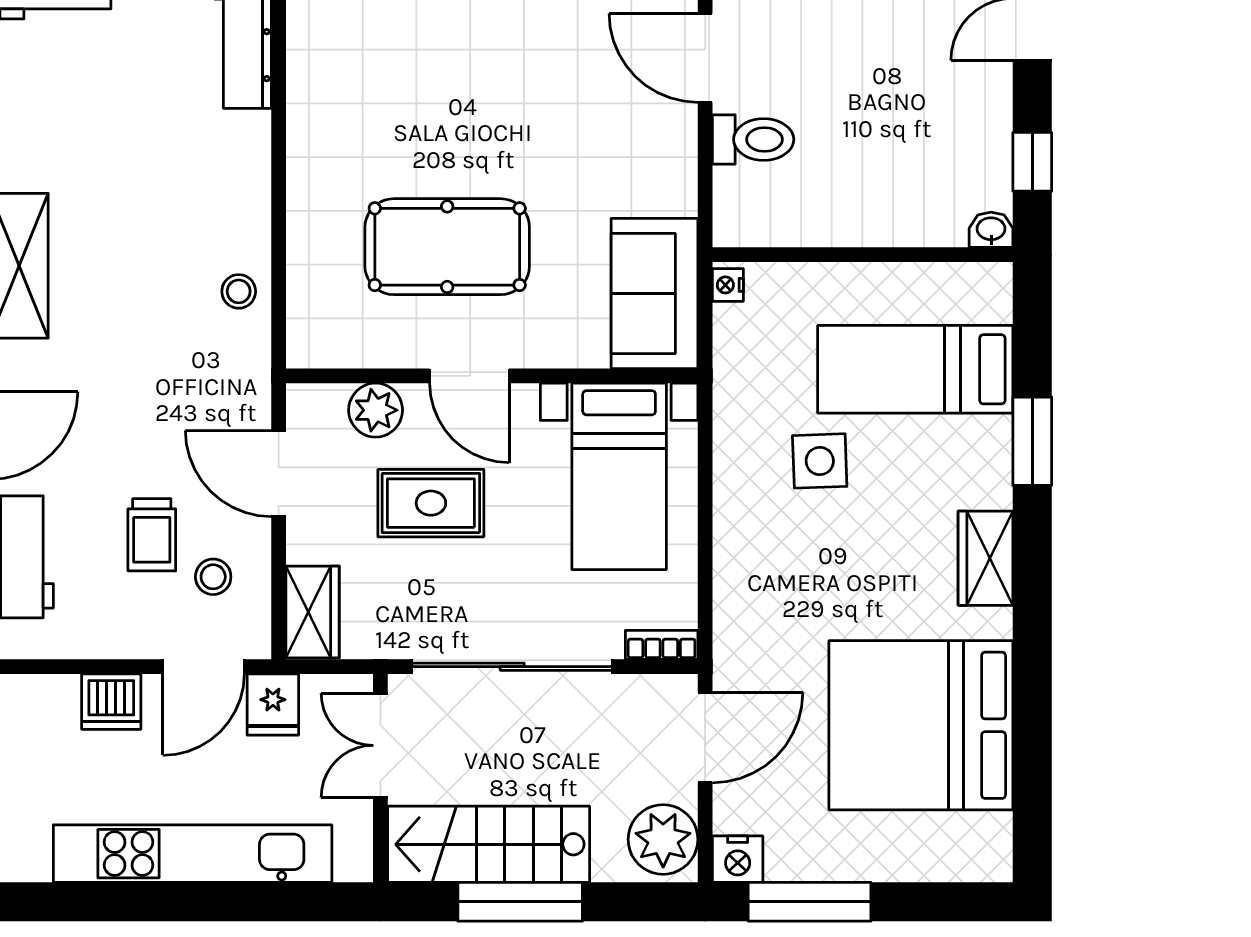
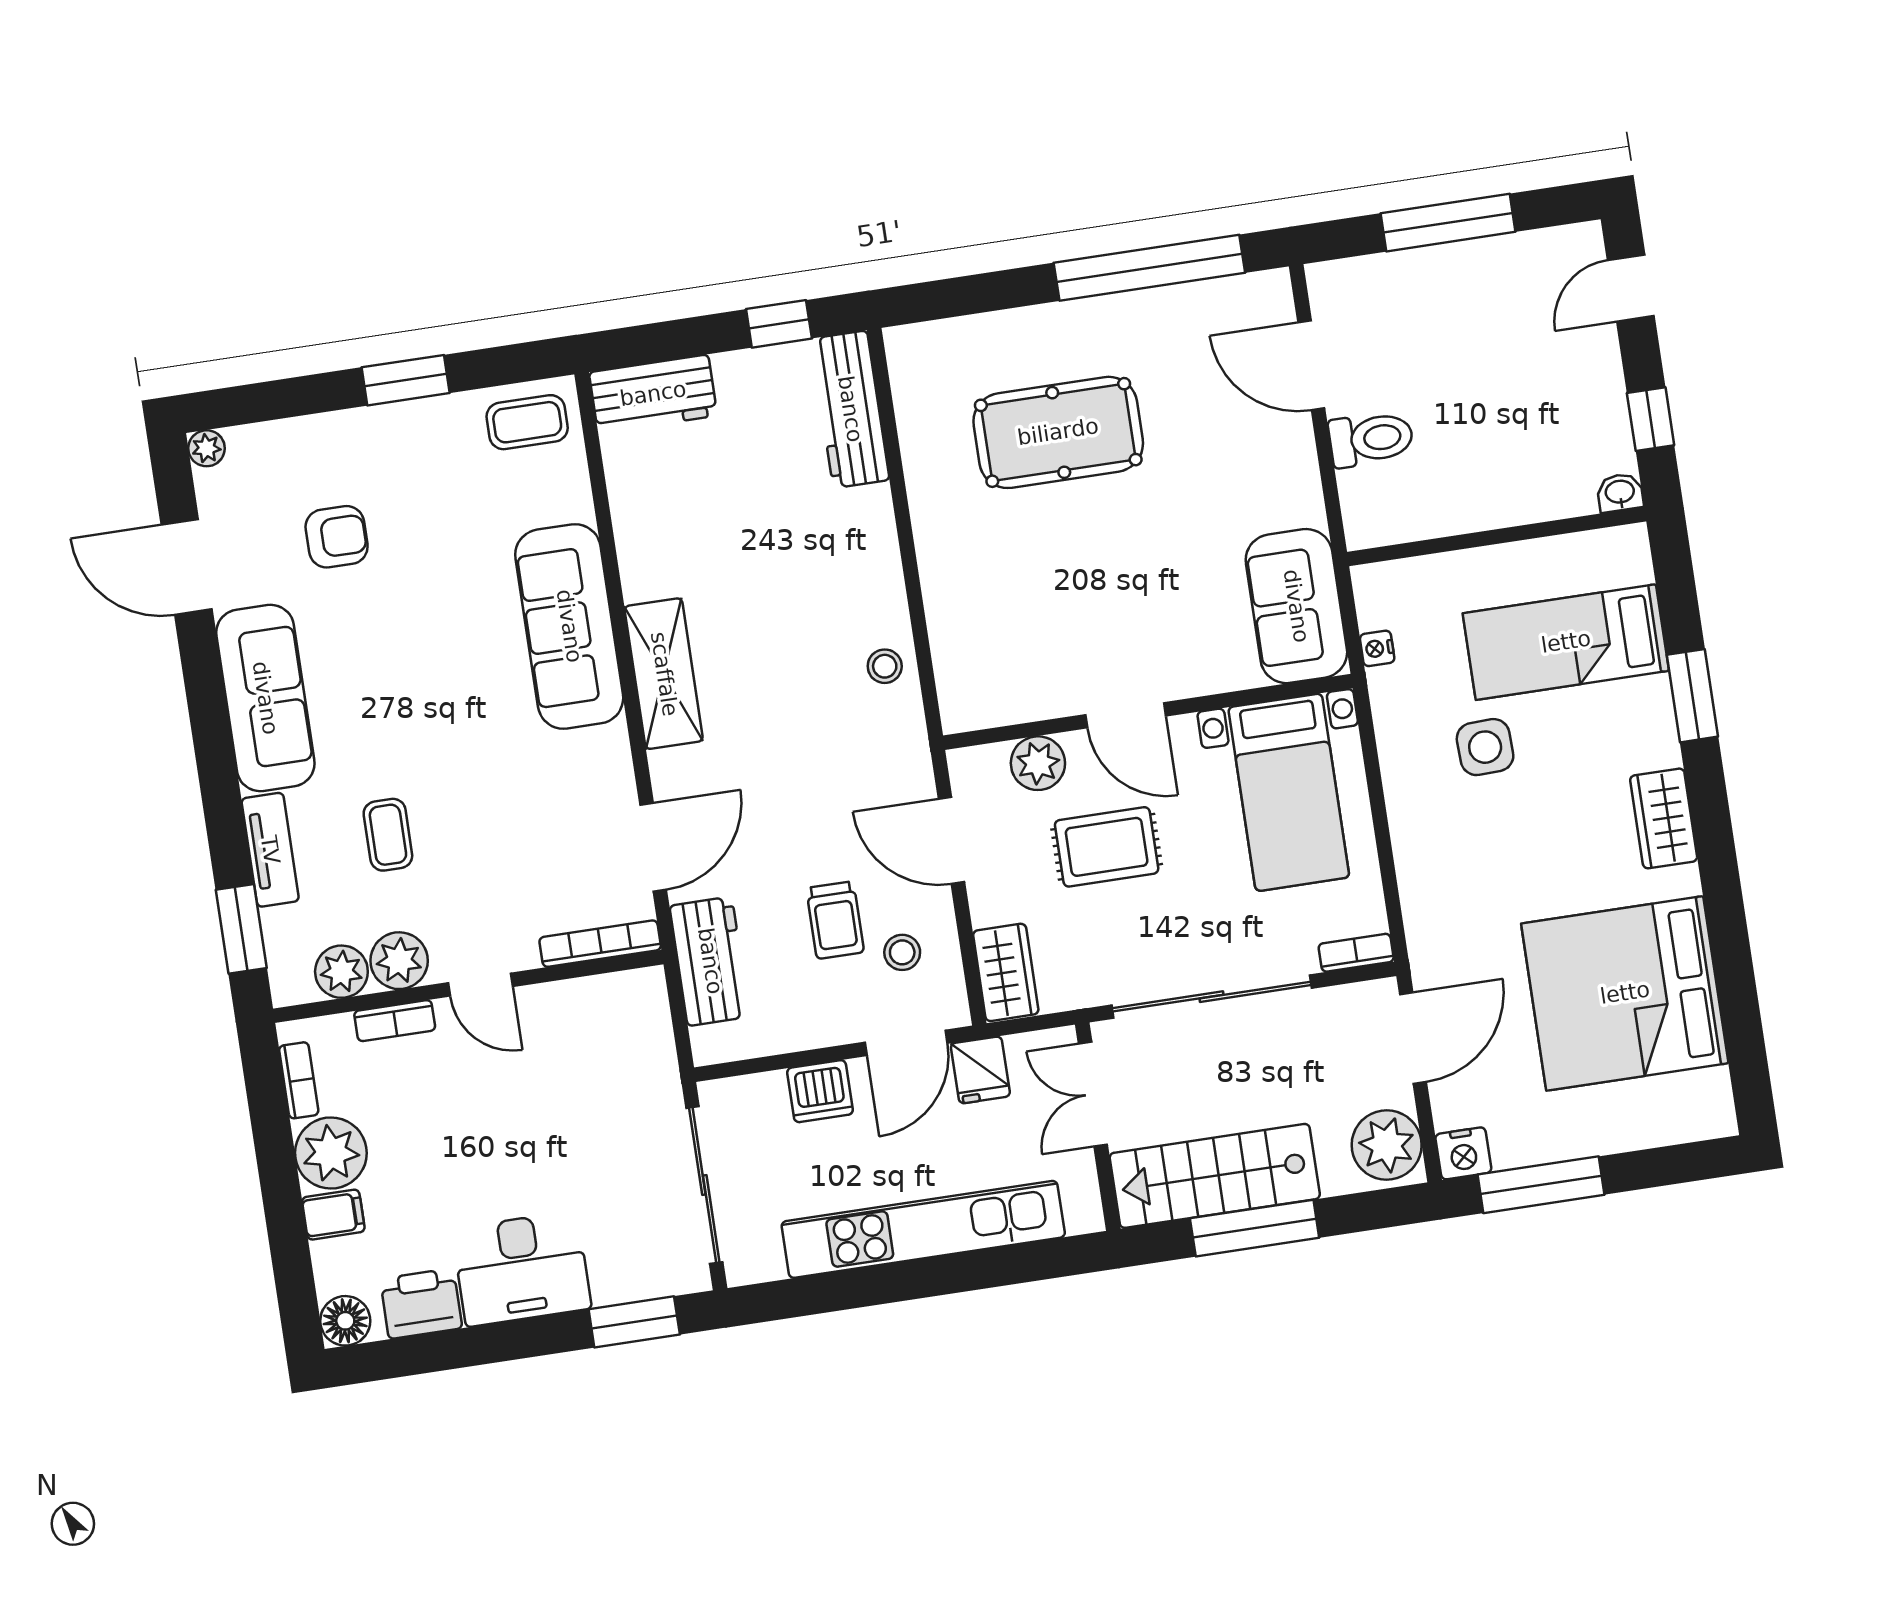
pool table: (447, 247) -> (1058, 432), moved
nightstand: (728, 285) -> (1377, 648), moved

